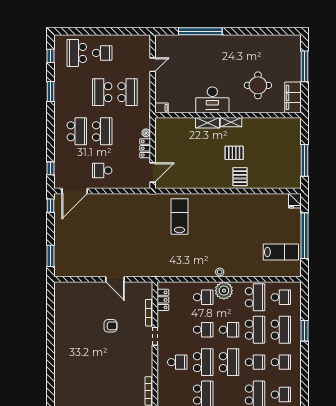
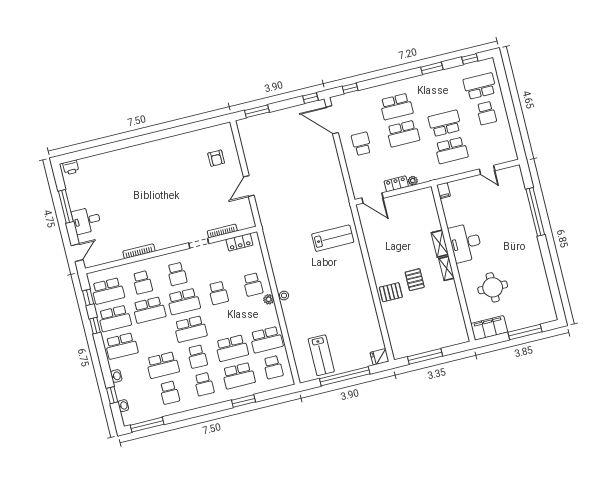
plant: (224, 291) -> (269, 299), width x0.53, depth x0.53
armchair: (110, 326) -> (216, 158), moved
school desk: (229, 330) -> (142, 282), moved

